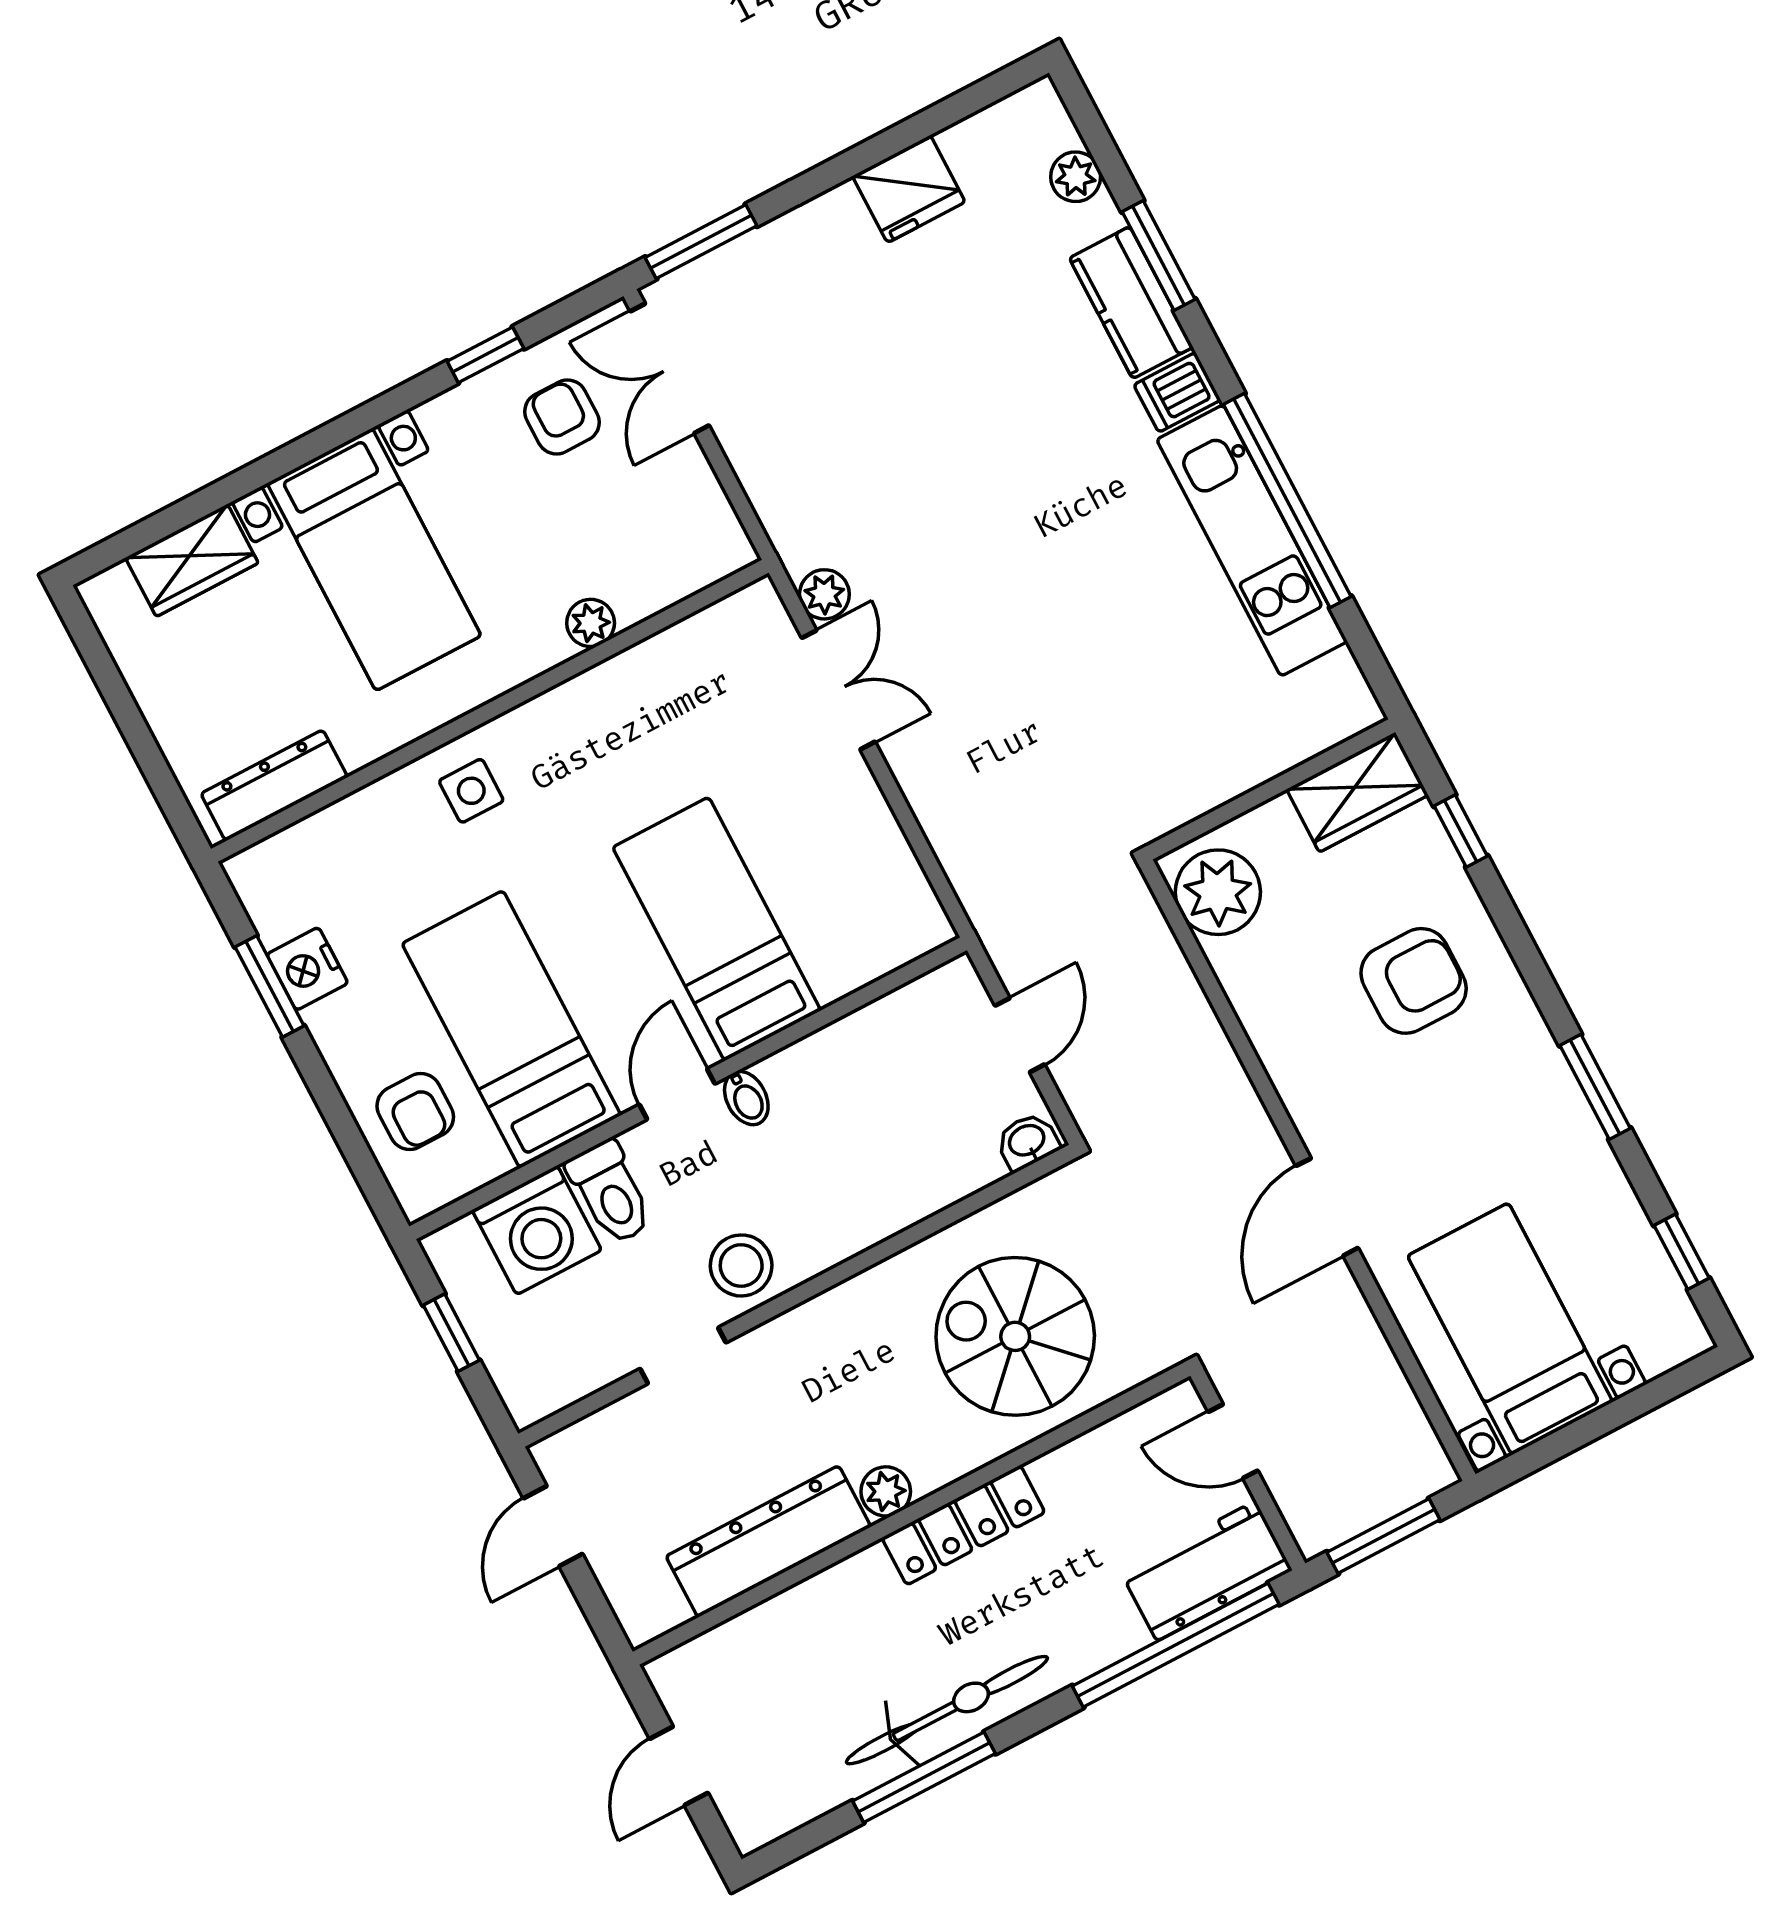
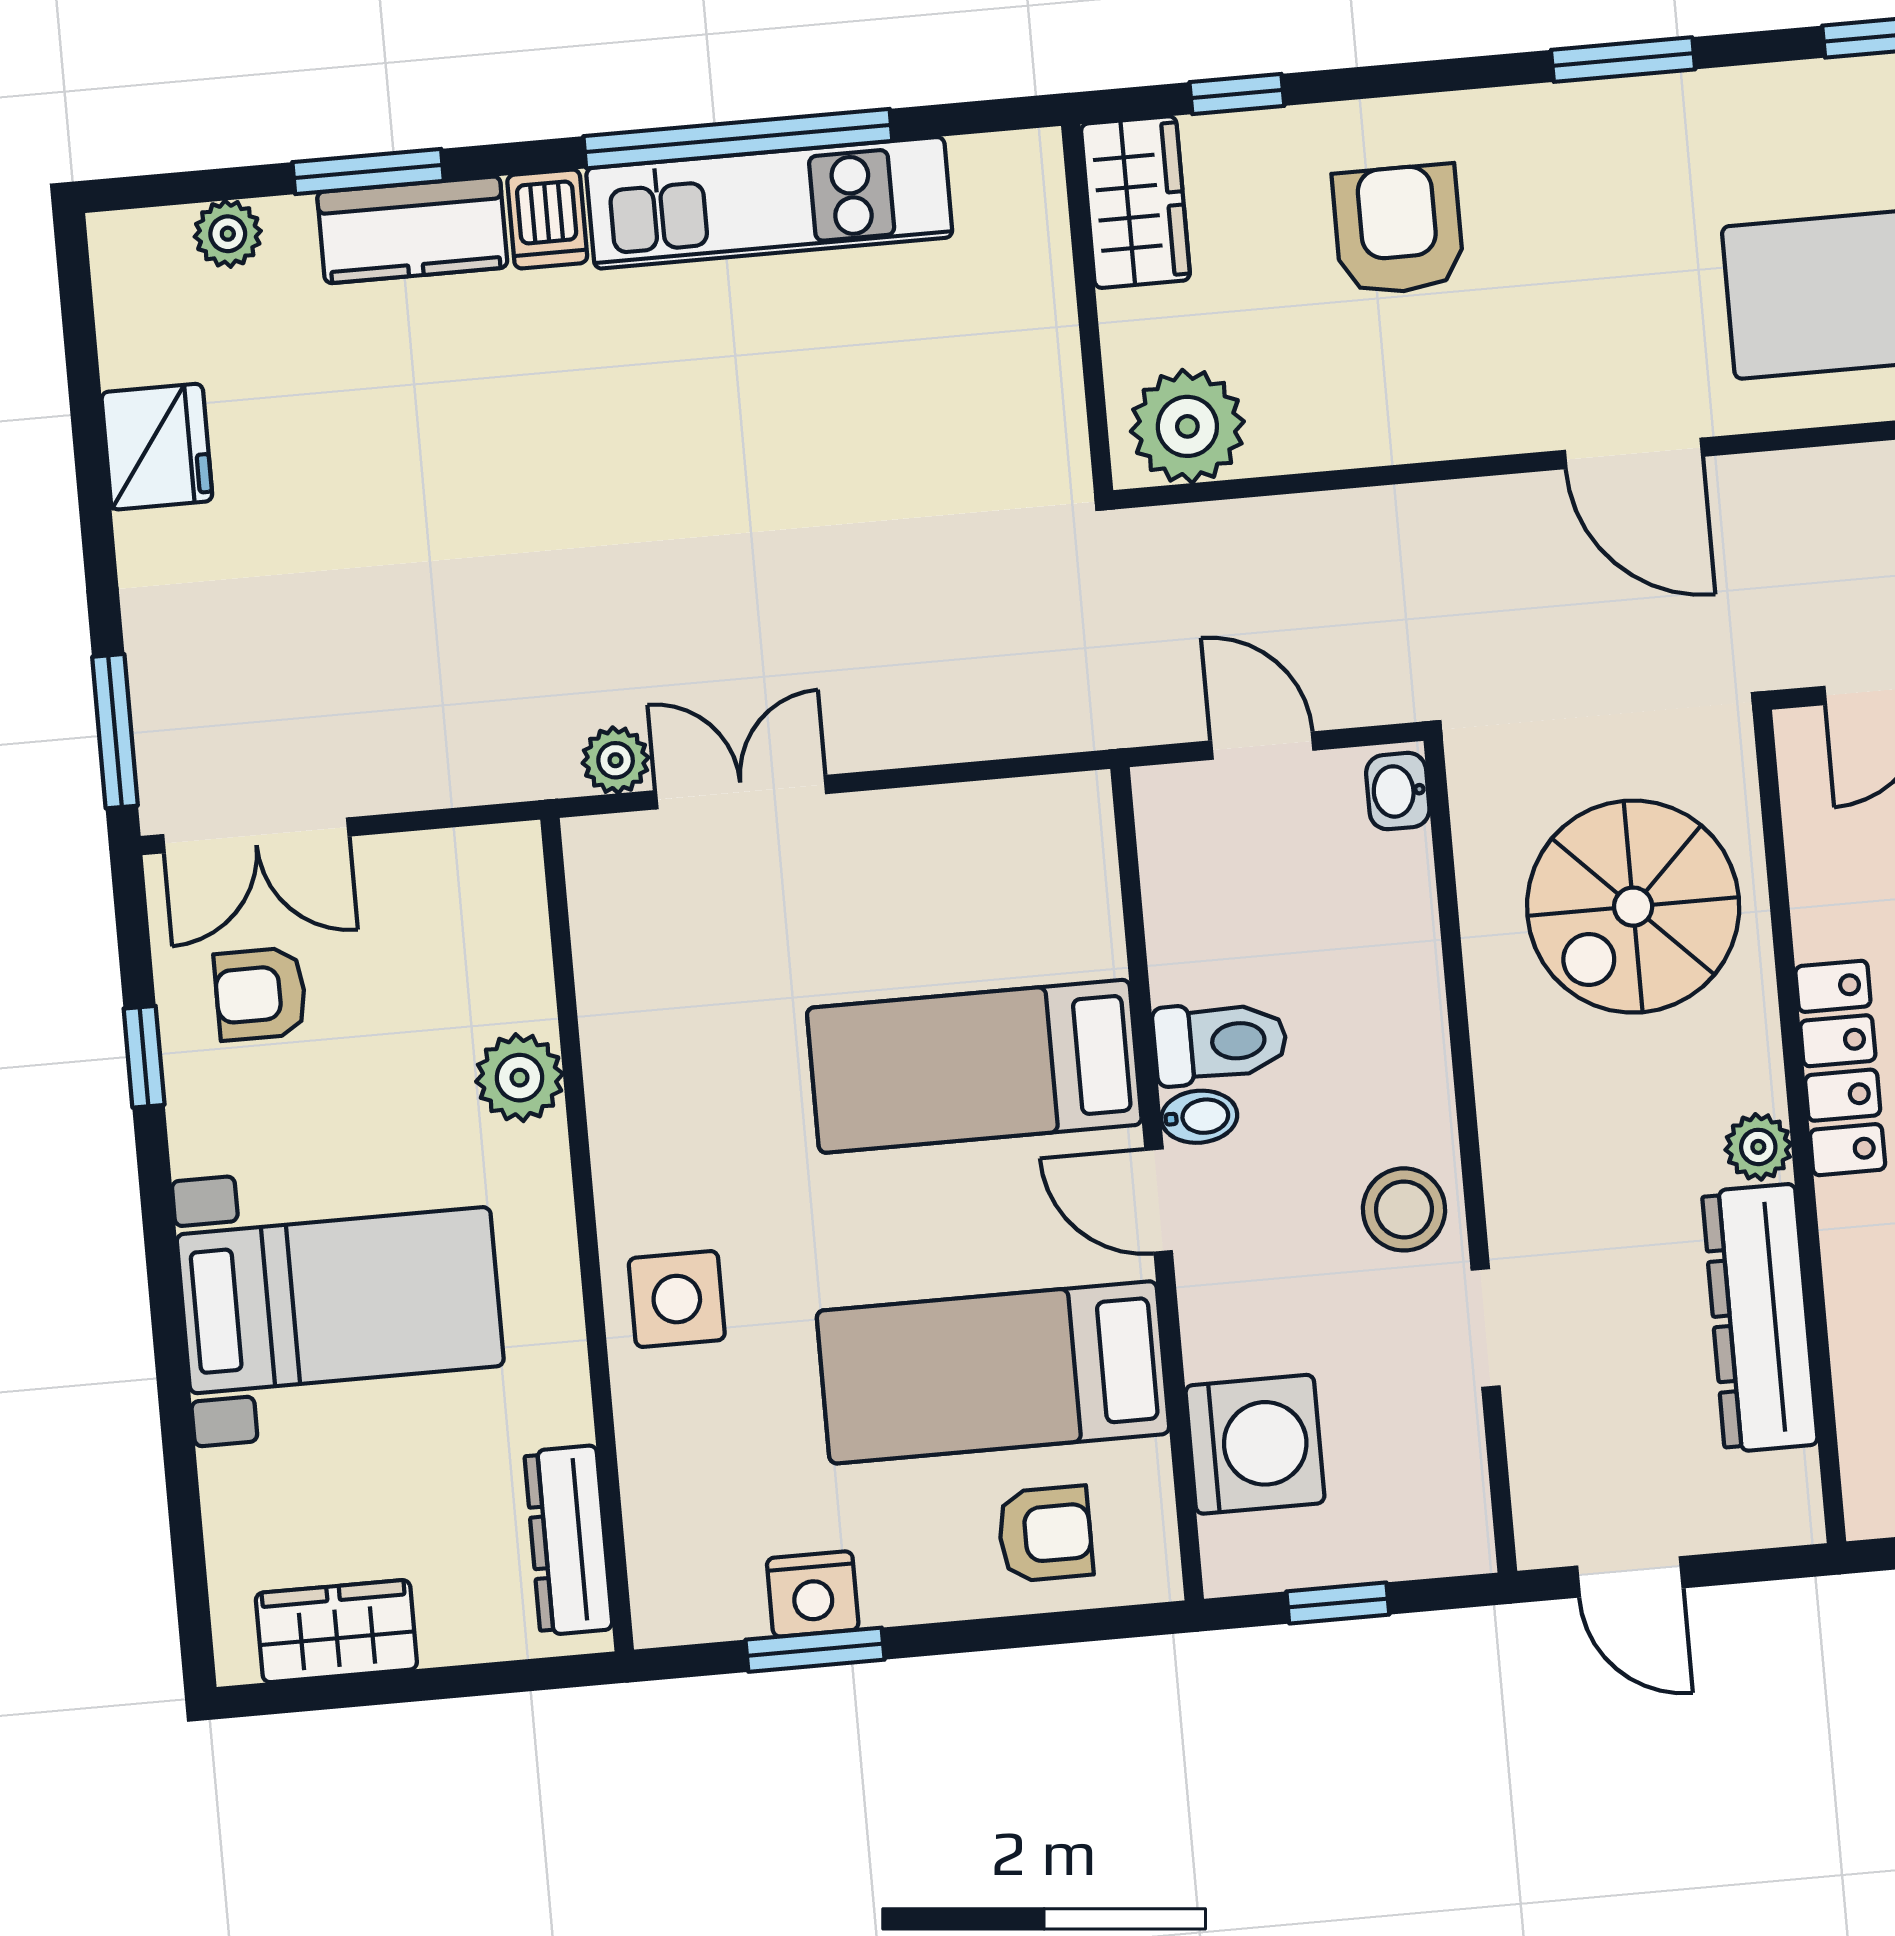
wardrobe: (192, 560) -> (336, 1631), moved, turned -90
plant: (591, 623) -> (520, 1078), width x1.38, depth x1.38
side table: (471, 791) -> (677, 1299), width x1.37, depth x1.37
toilet: (610, 1192) -> (1220, 1042), moved

